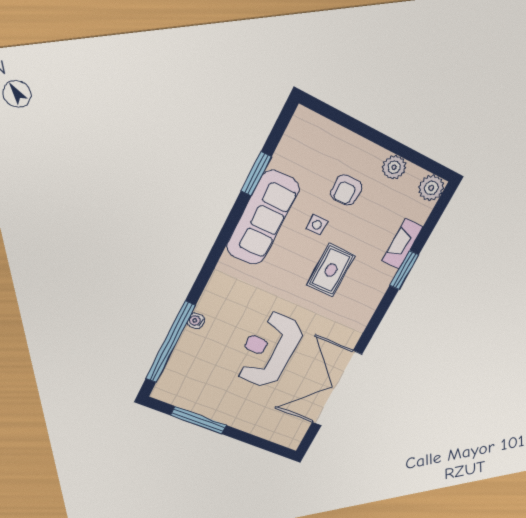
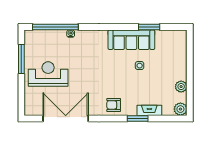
armchair: (346, 190) -> (114, 105), moved
rug: (331, 270) -> (122, 83), removed
reception desk: (268, 350) -> (48, 74), moved

